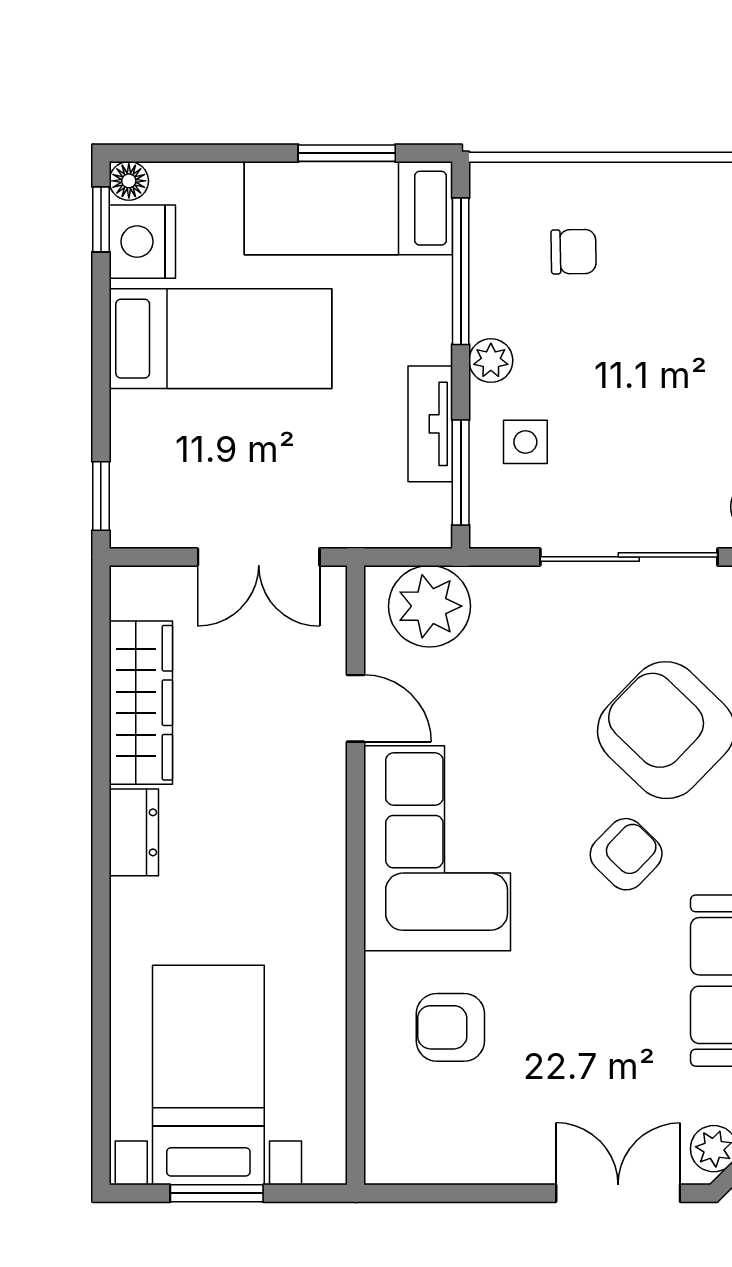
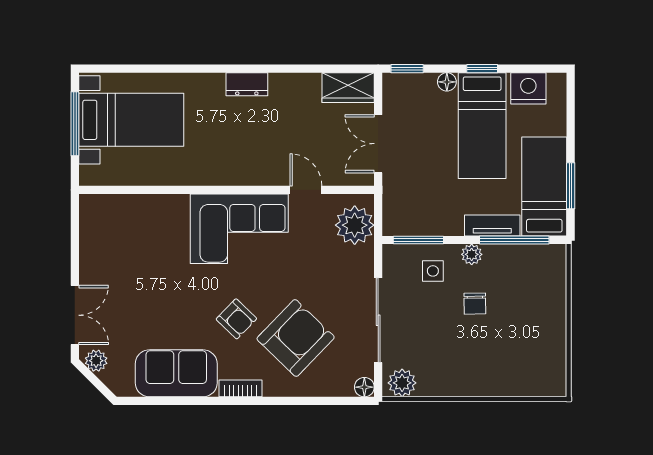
floor lamp: (129, 181) -> (447, 82), moved
window: (101, 219) -> (482, 69), moved
chair: (574, 252) -> (475, 304), moved
tv unit: (430, 424) -> (492, 226), moved
wardrobe: (141, 703) -> (348, 88), moved, width x0.67
door: (356, 708) -> (306, 190), swing flipped
armchair: (450, 1027) -> (154, 235), removed
window: (217, 1193) -> (75, 124), width x1.44

